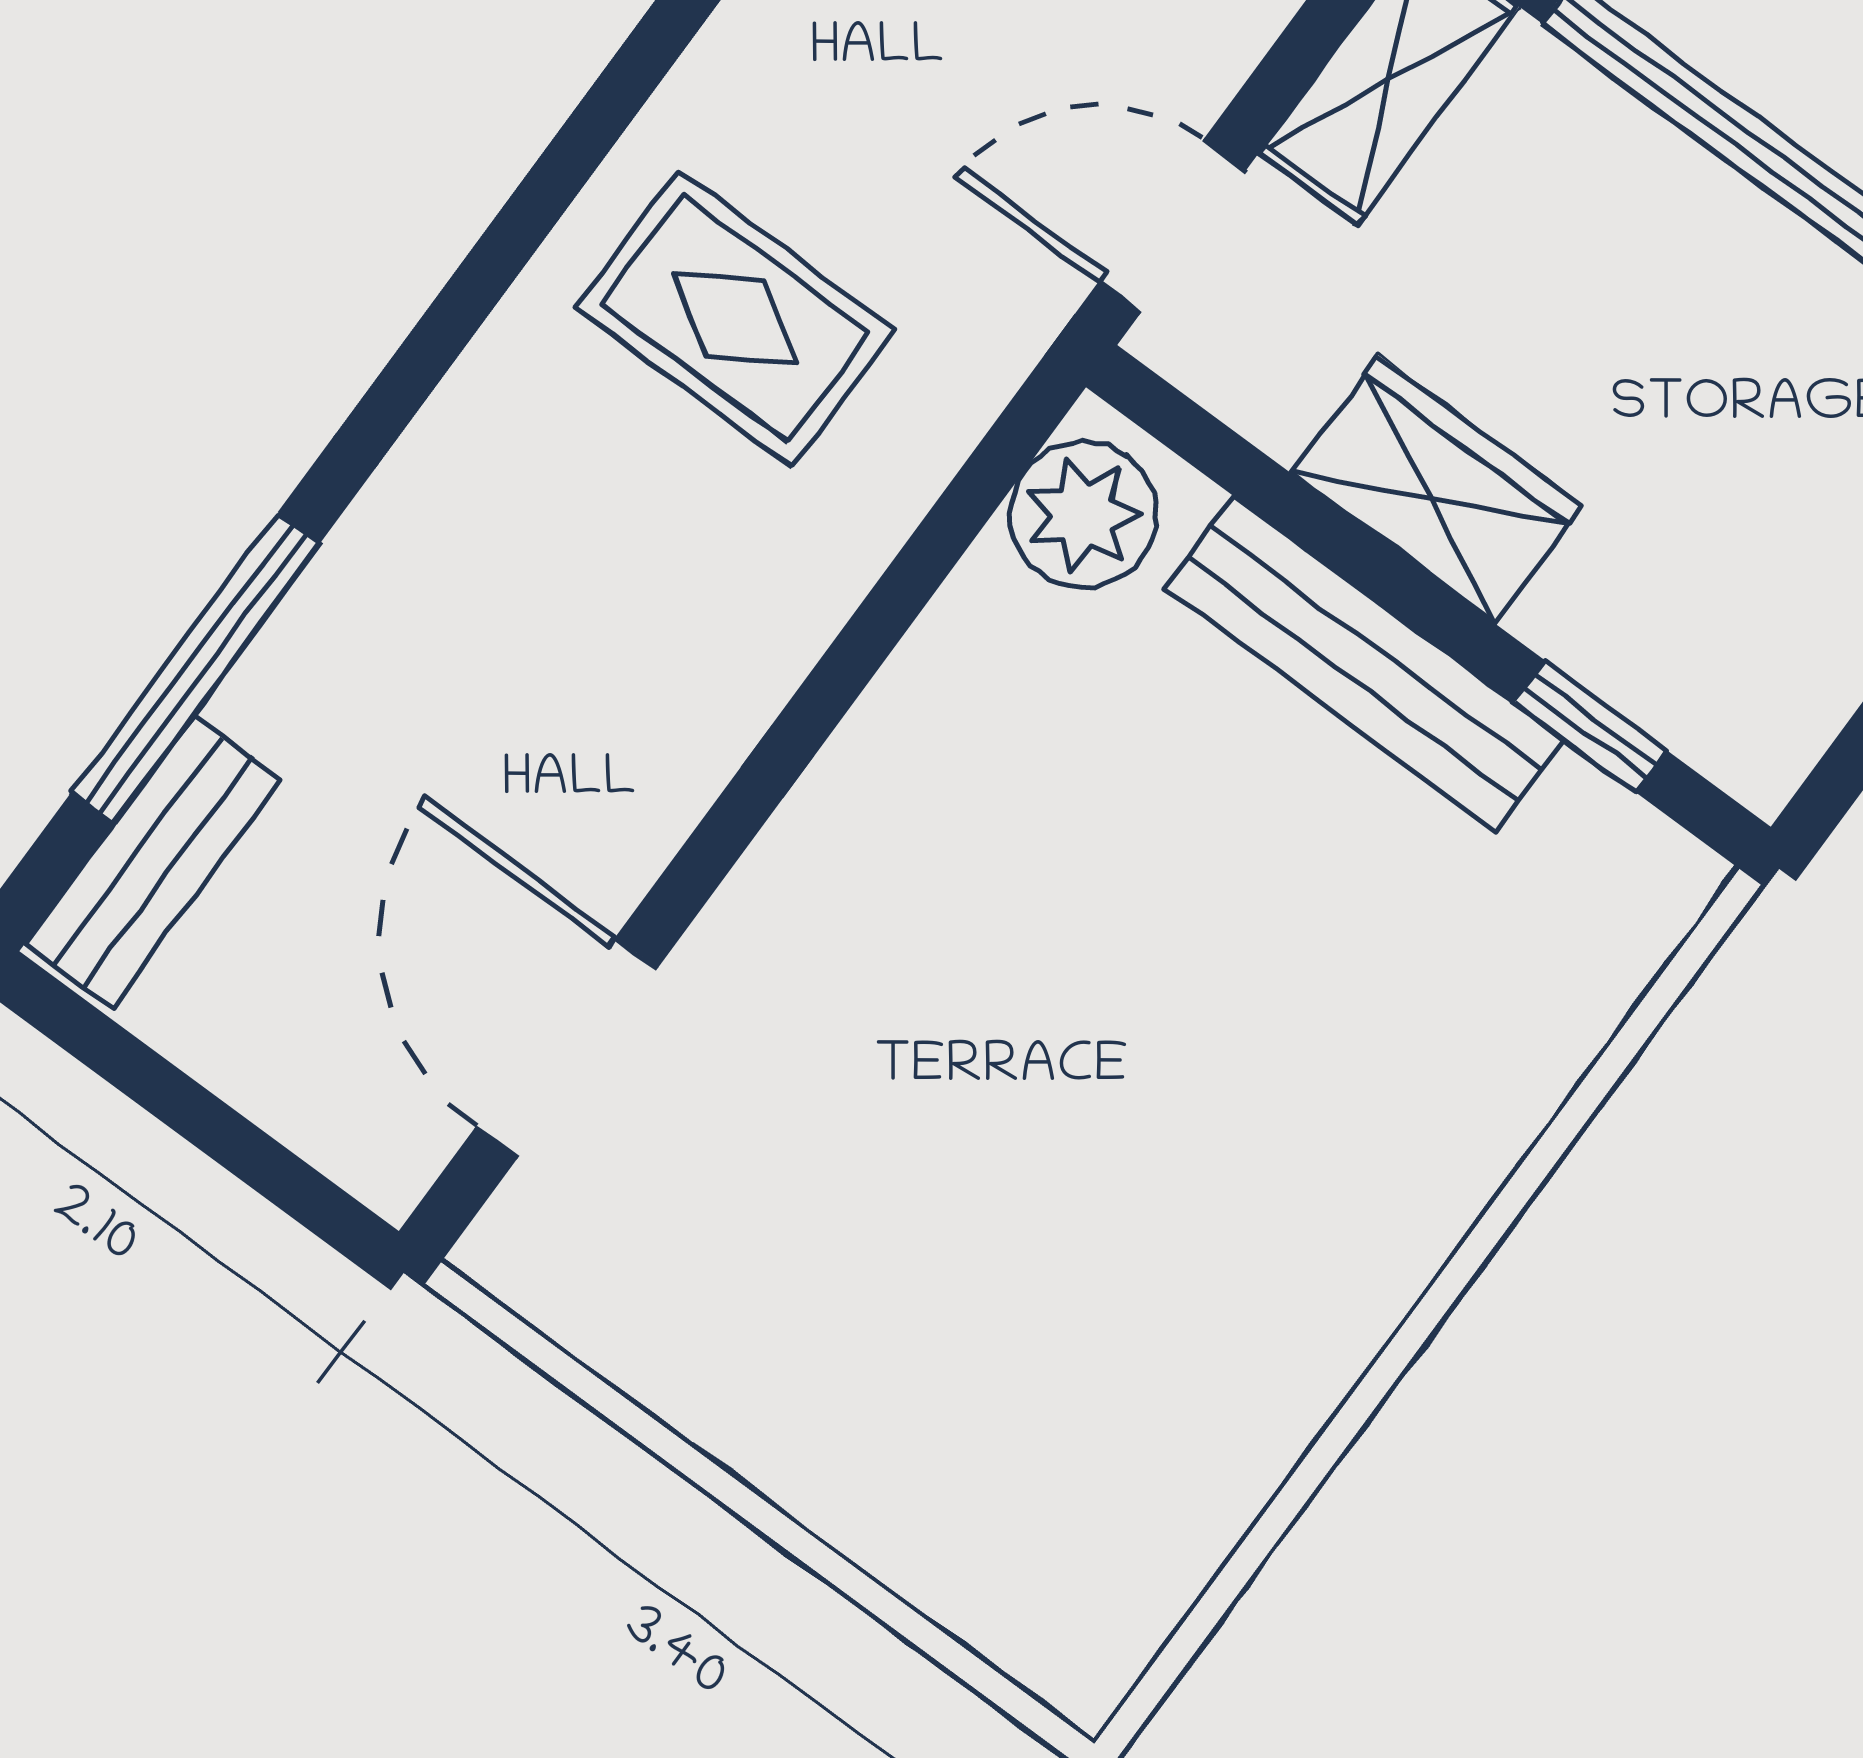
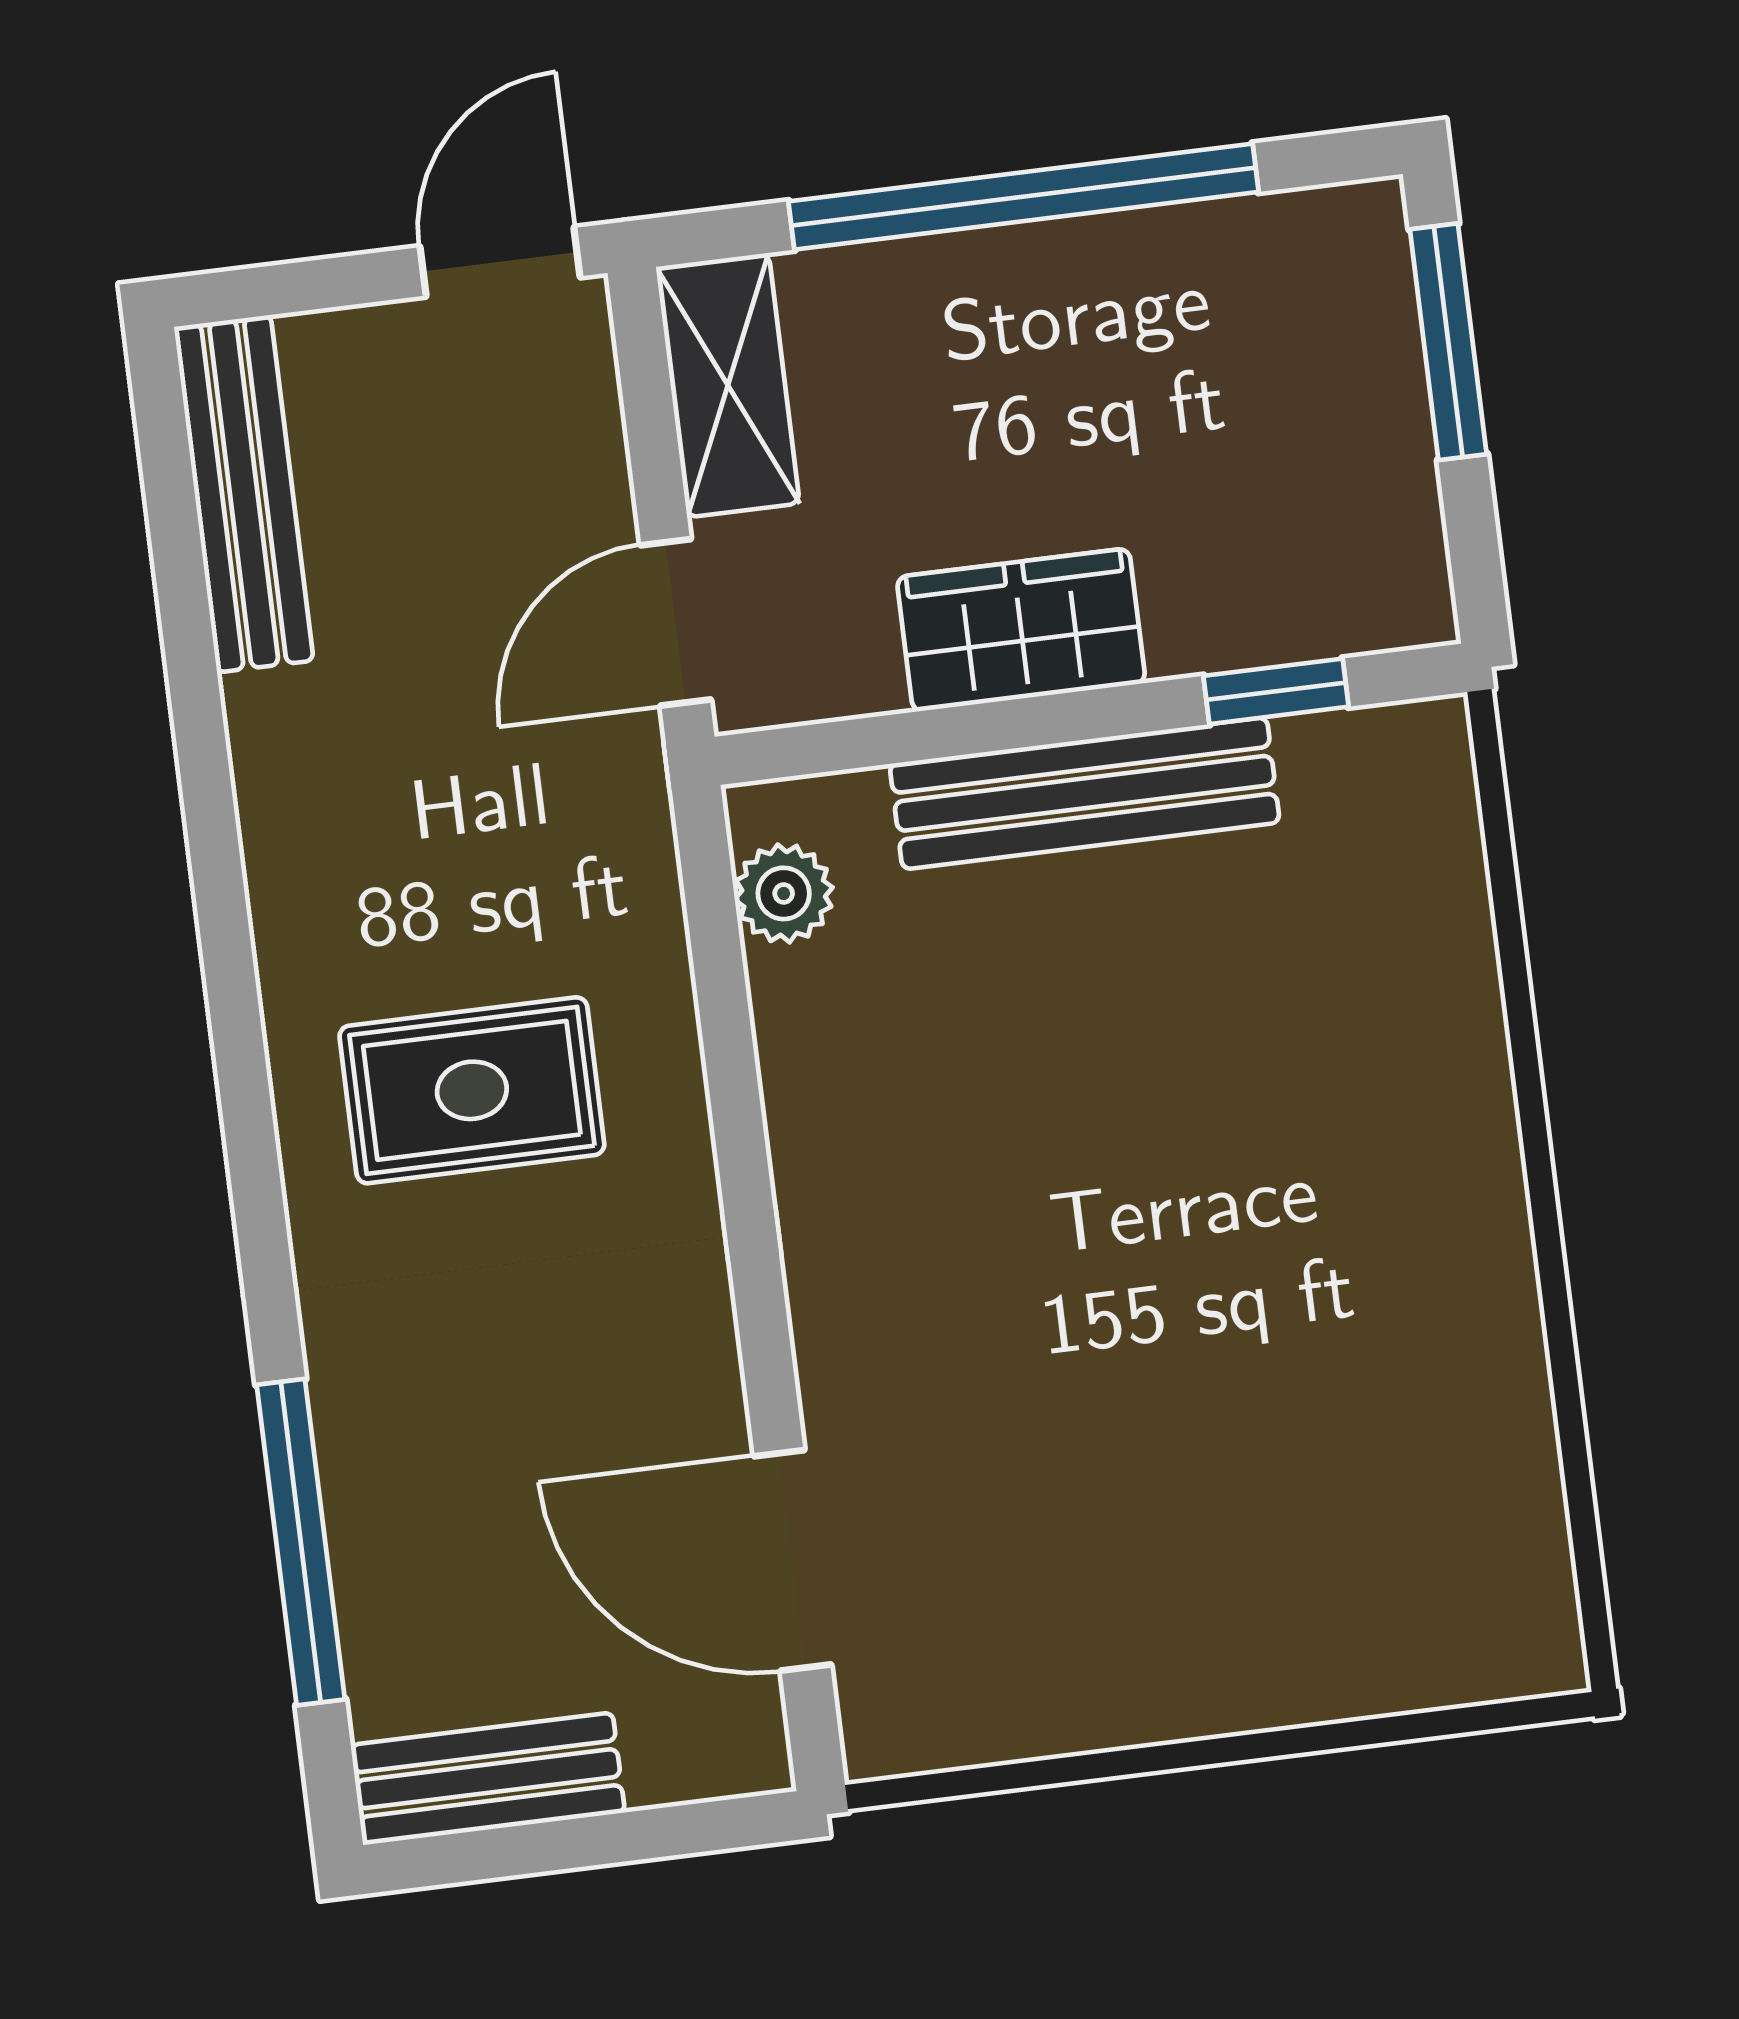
rug: (735, 318) -> (472, 1090), moved
plant: (1083, 515) -> (784, 893), width x0.73, depth x0.73
bench: (153, 862) -> (488, 1779), moved, turned 90

